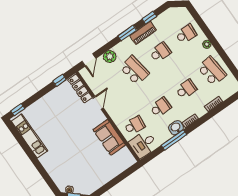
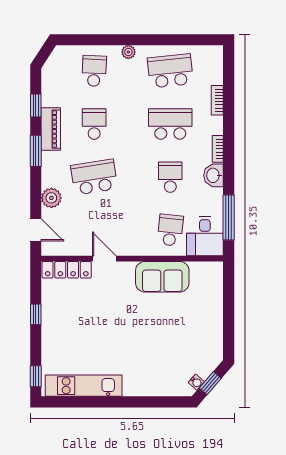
window: (59, 80) -> (36, 314), moved
school desk: (186, 89) -> (170, 124), width x1.85
window: (174, 140) -> (229, 217), moved

